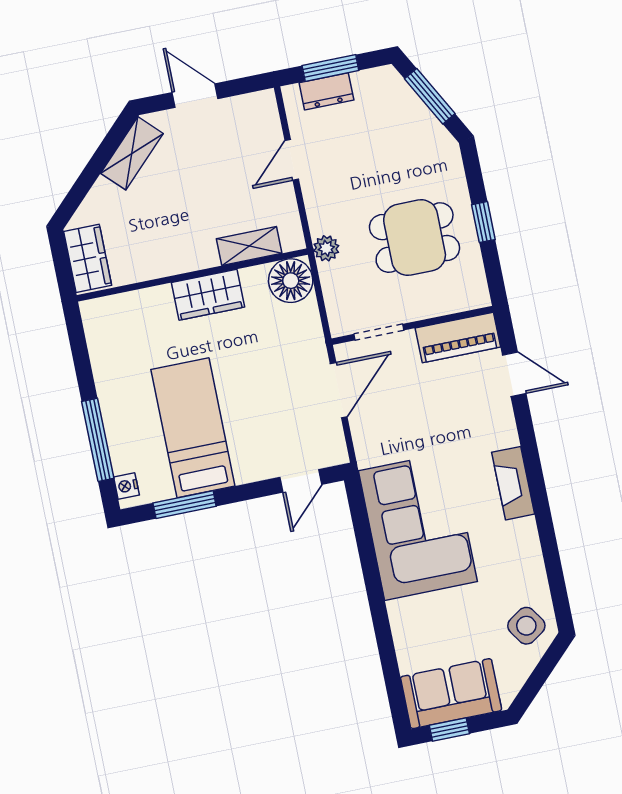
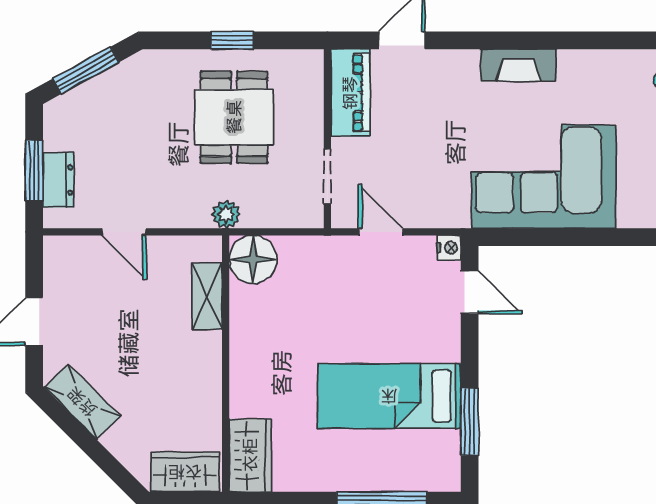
wardrobe: (208, 295) -> (250, 455), moved
door: (339, 390) -> (381, 232), width x0.73
nightstand: (126, 486) -> (449, 248), moved, turned -90

